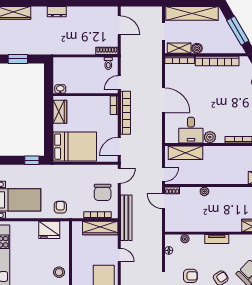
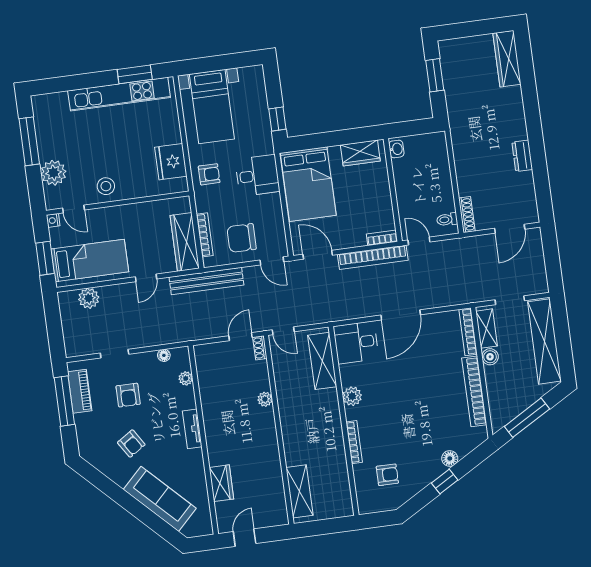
dresser: (57, 12) -> (522, 156), moved
desk: (191, 130) -> (356, 342), moved
desk: (65, 177) -> (257, 175), added

